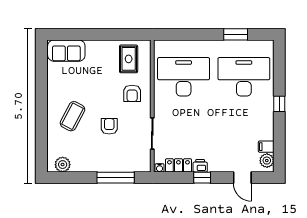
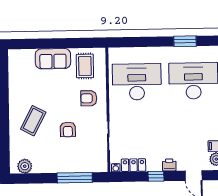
sofa: (66, 51) -> (53, 59), moved
armchair: (132, 93) -> (89, 98), turned 90
armchair: (109, 126) -> (68, 130), turned 180
printer: (200, 166) -> (169, 165), moved

